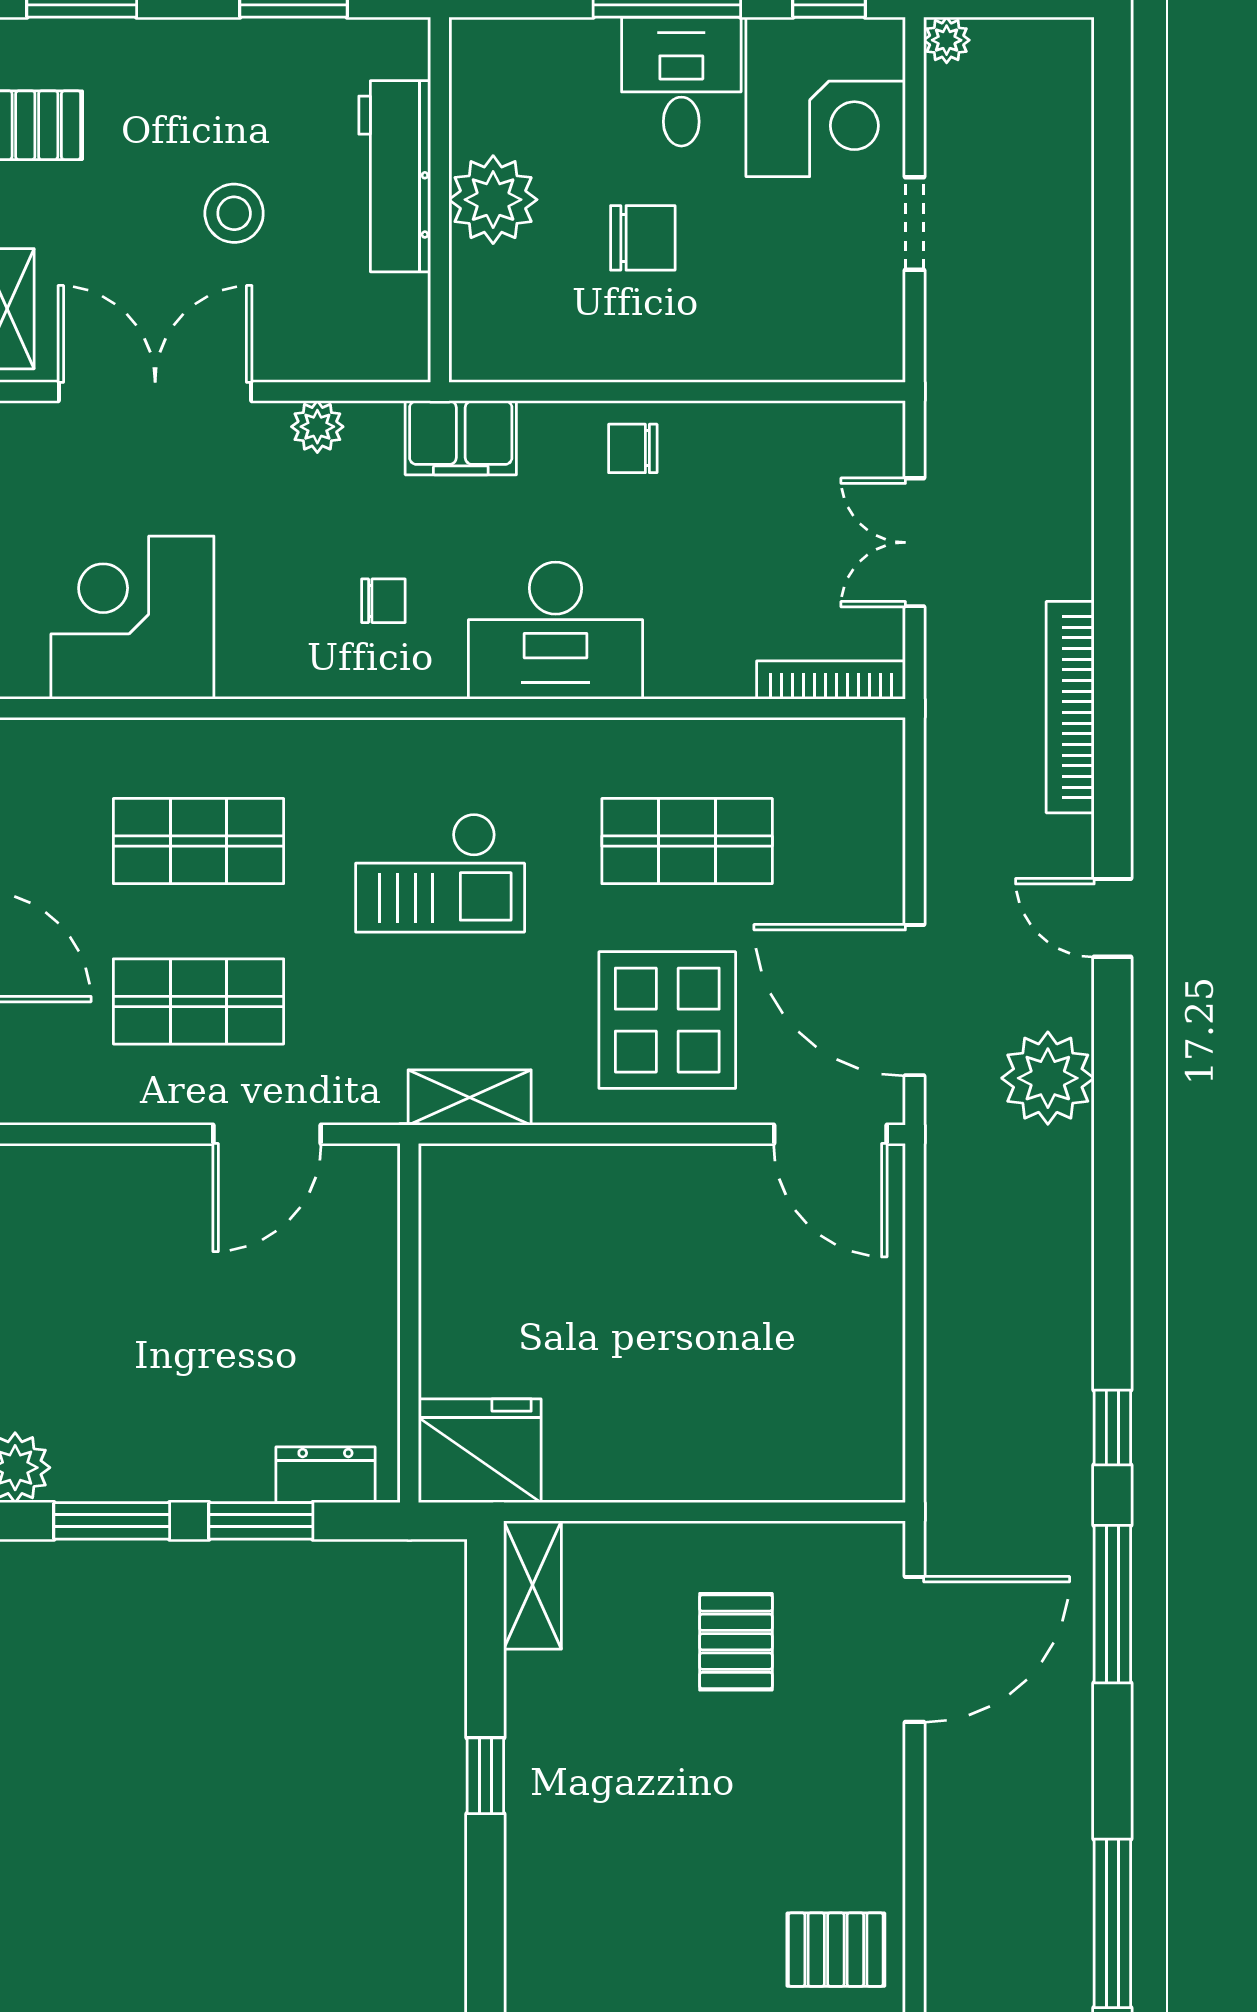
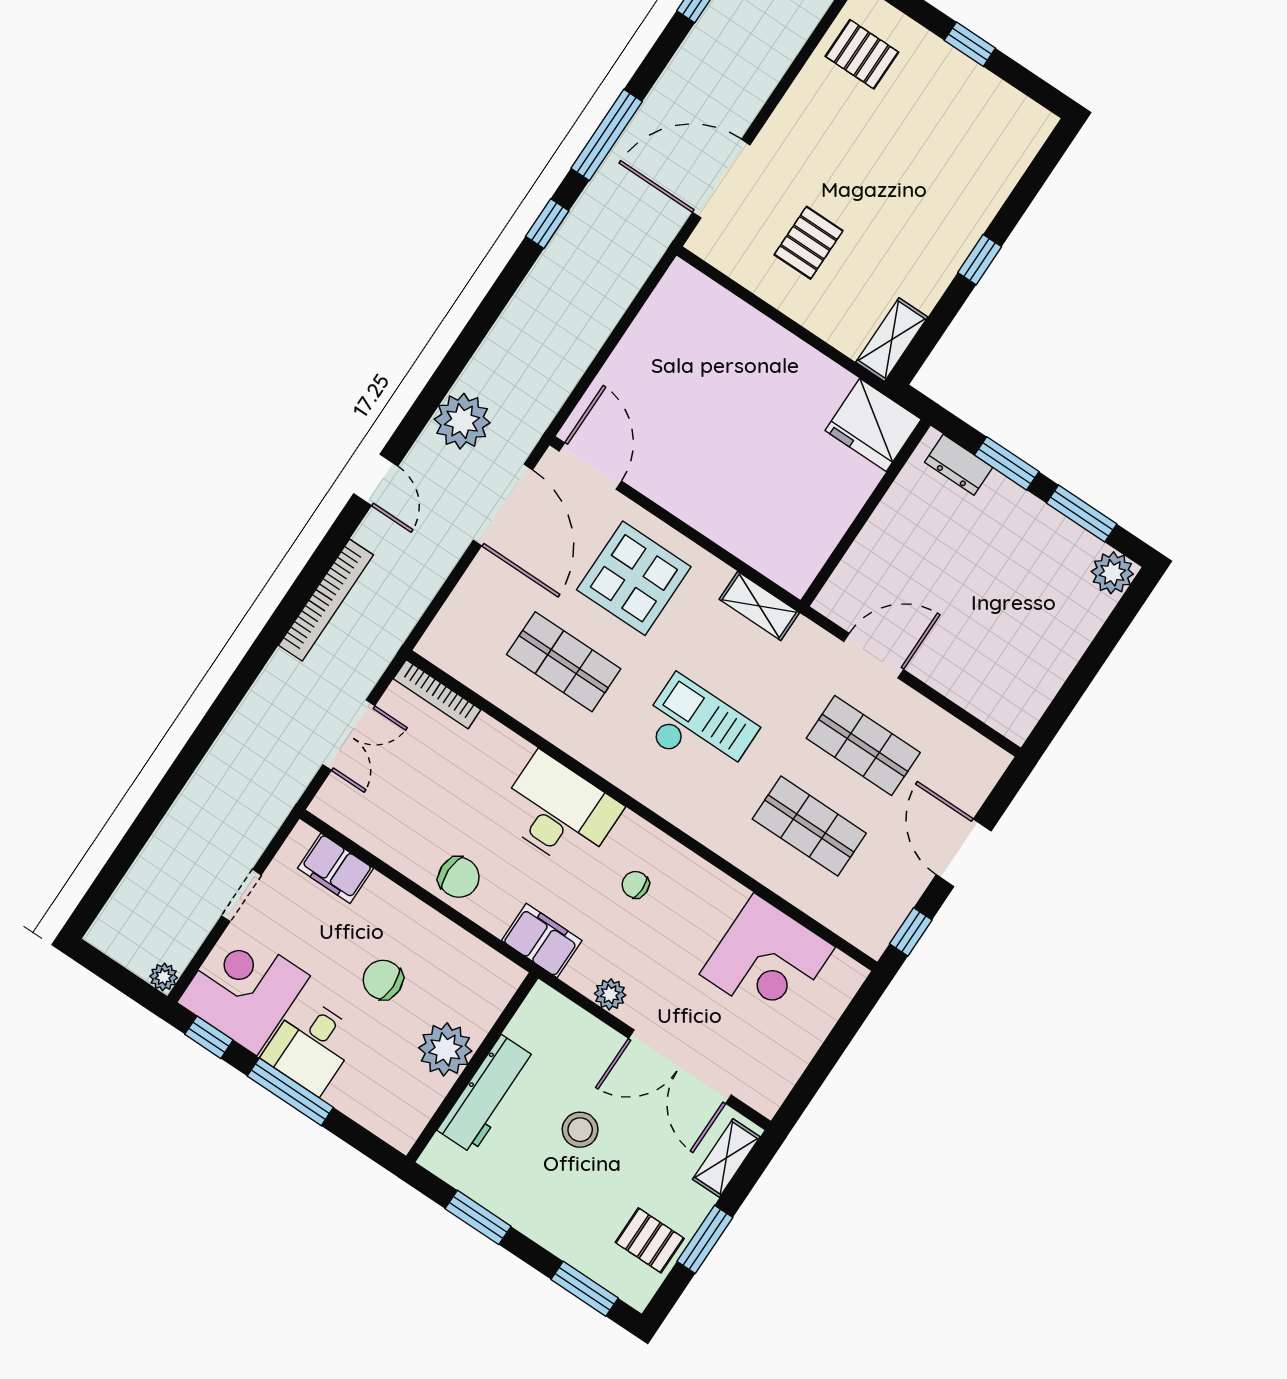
filing cabinet: (810, 347) -> (336, 868), added
chair: (633, 448) -> (459, 877), width x1.37, depth x1.37

